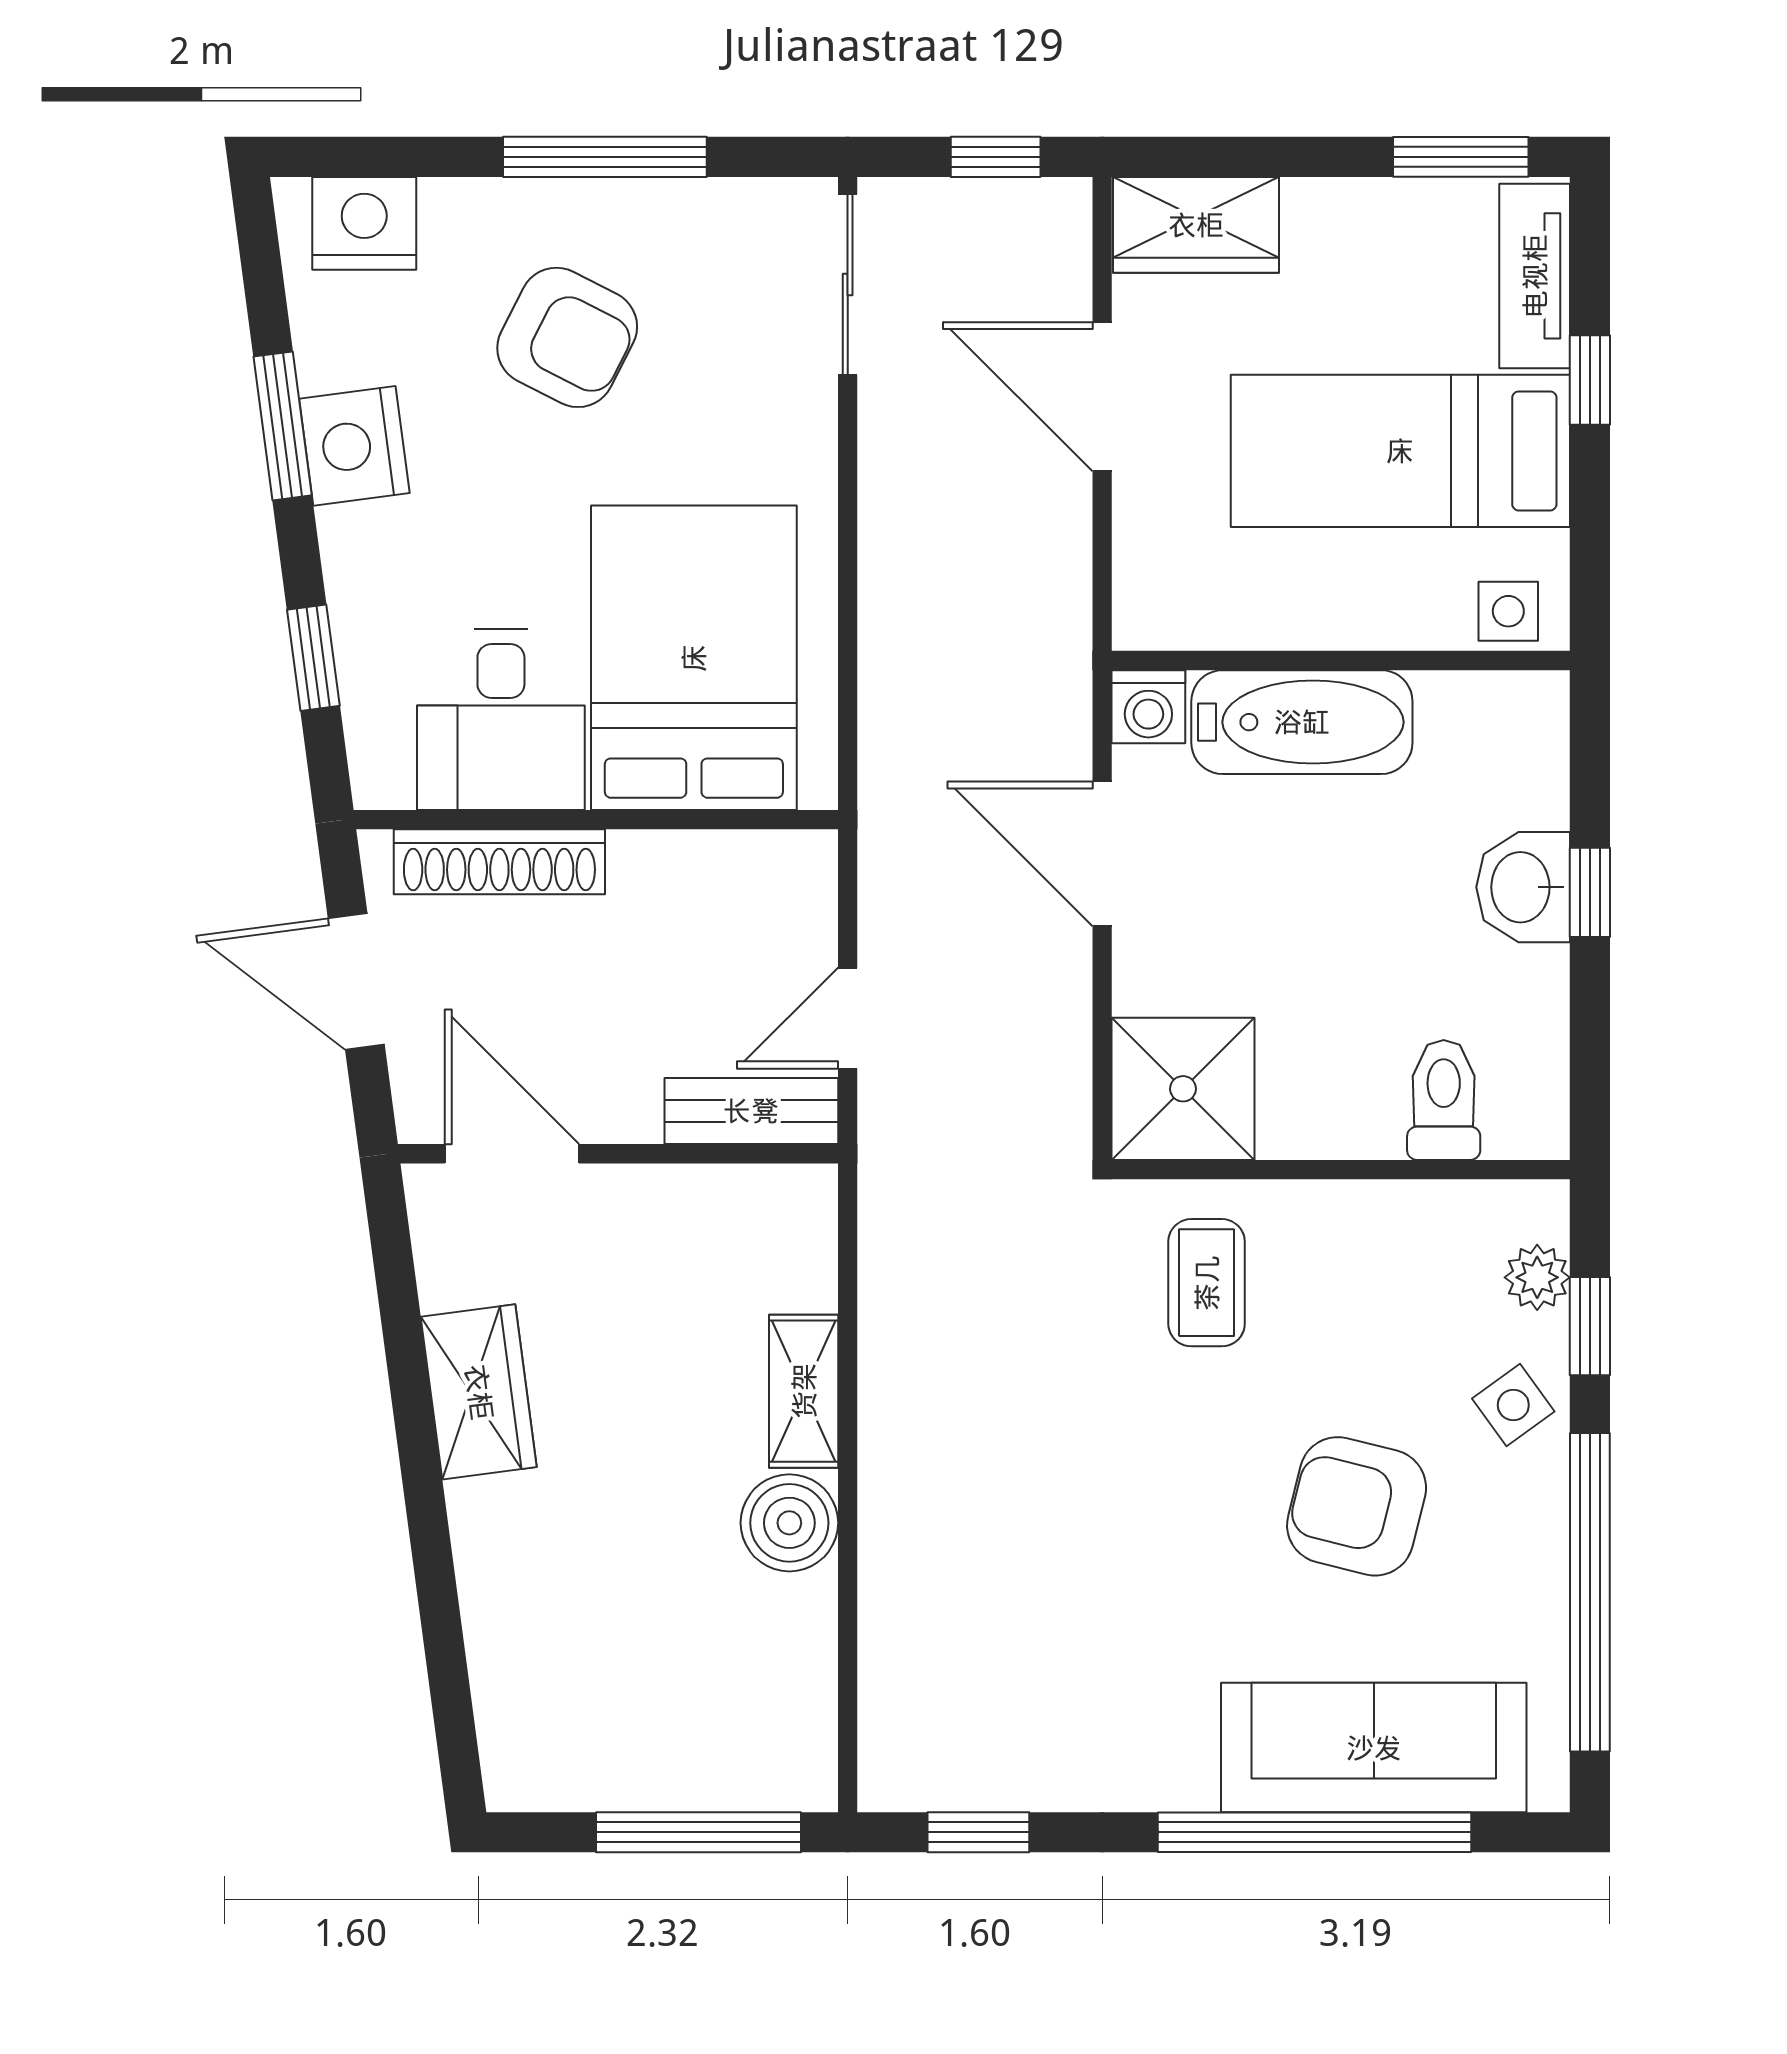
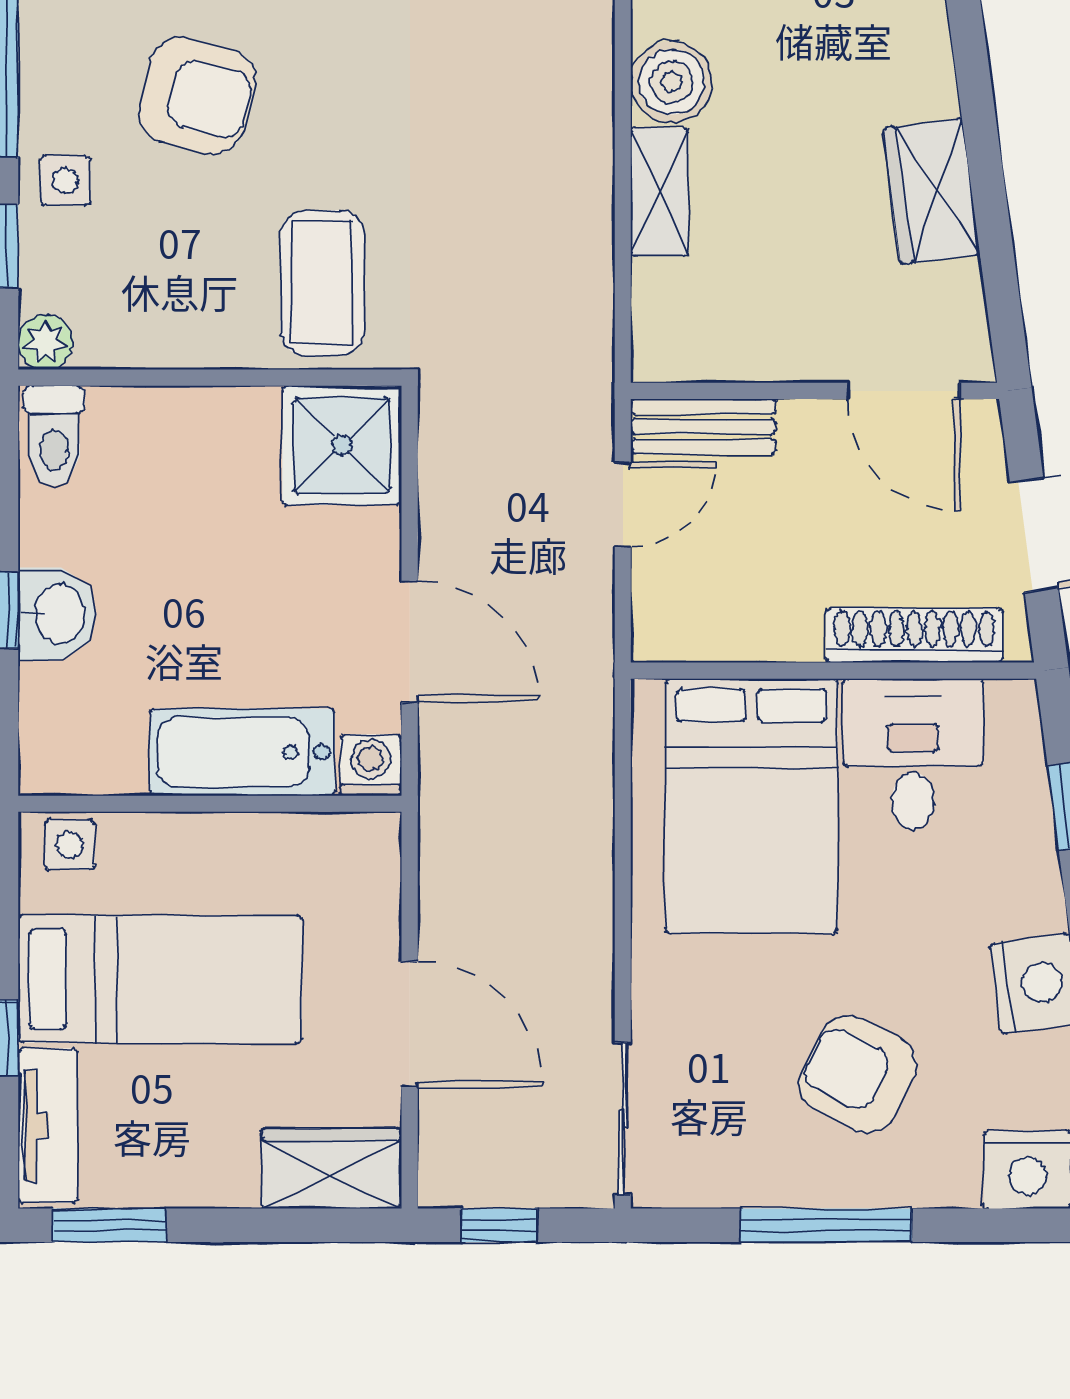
toilet: (1444, 1100) -> (54, 436), moved
plant: (1537, 1277) -> (46, 342), moved
coffee table: (1207, 1283) -> (322, 283), width x1.36, depth x1.30
side table: (1513, 1405) -> (66, 181), turned 36

